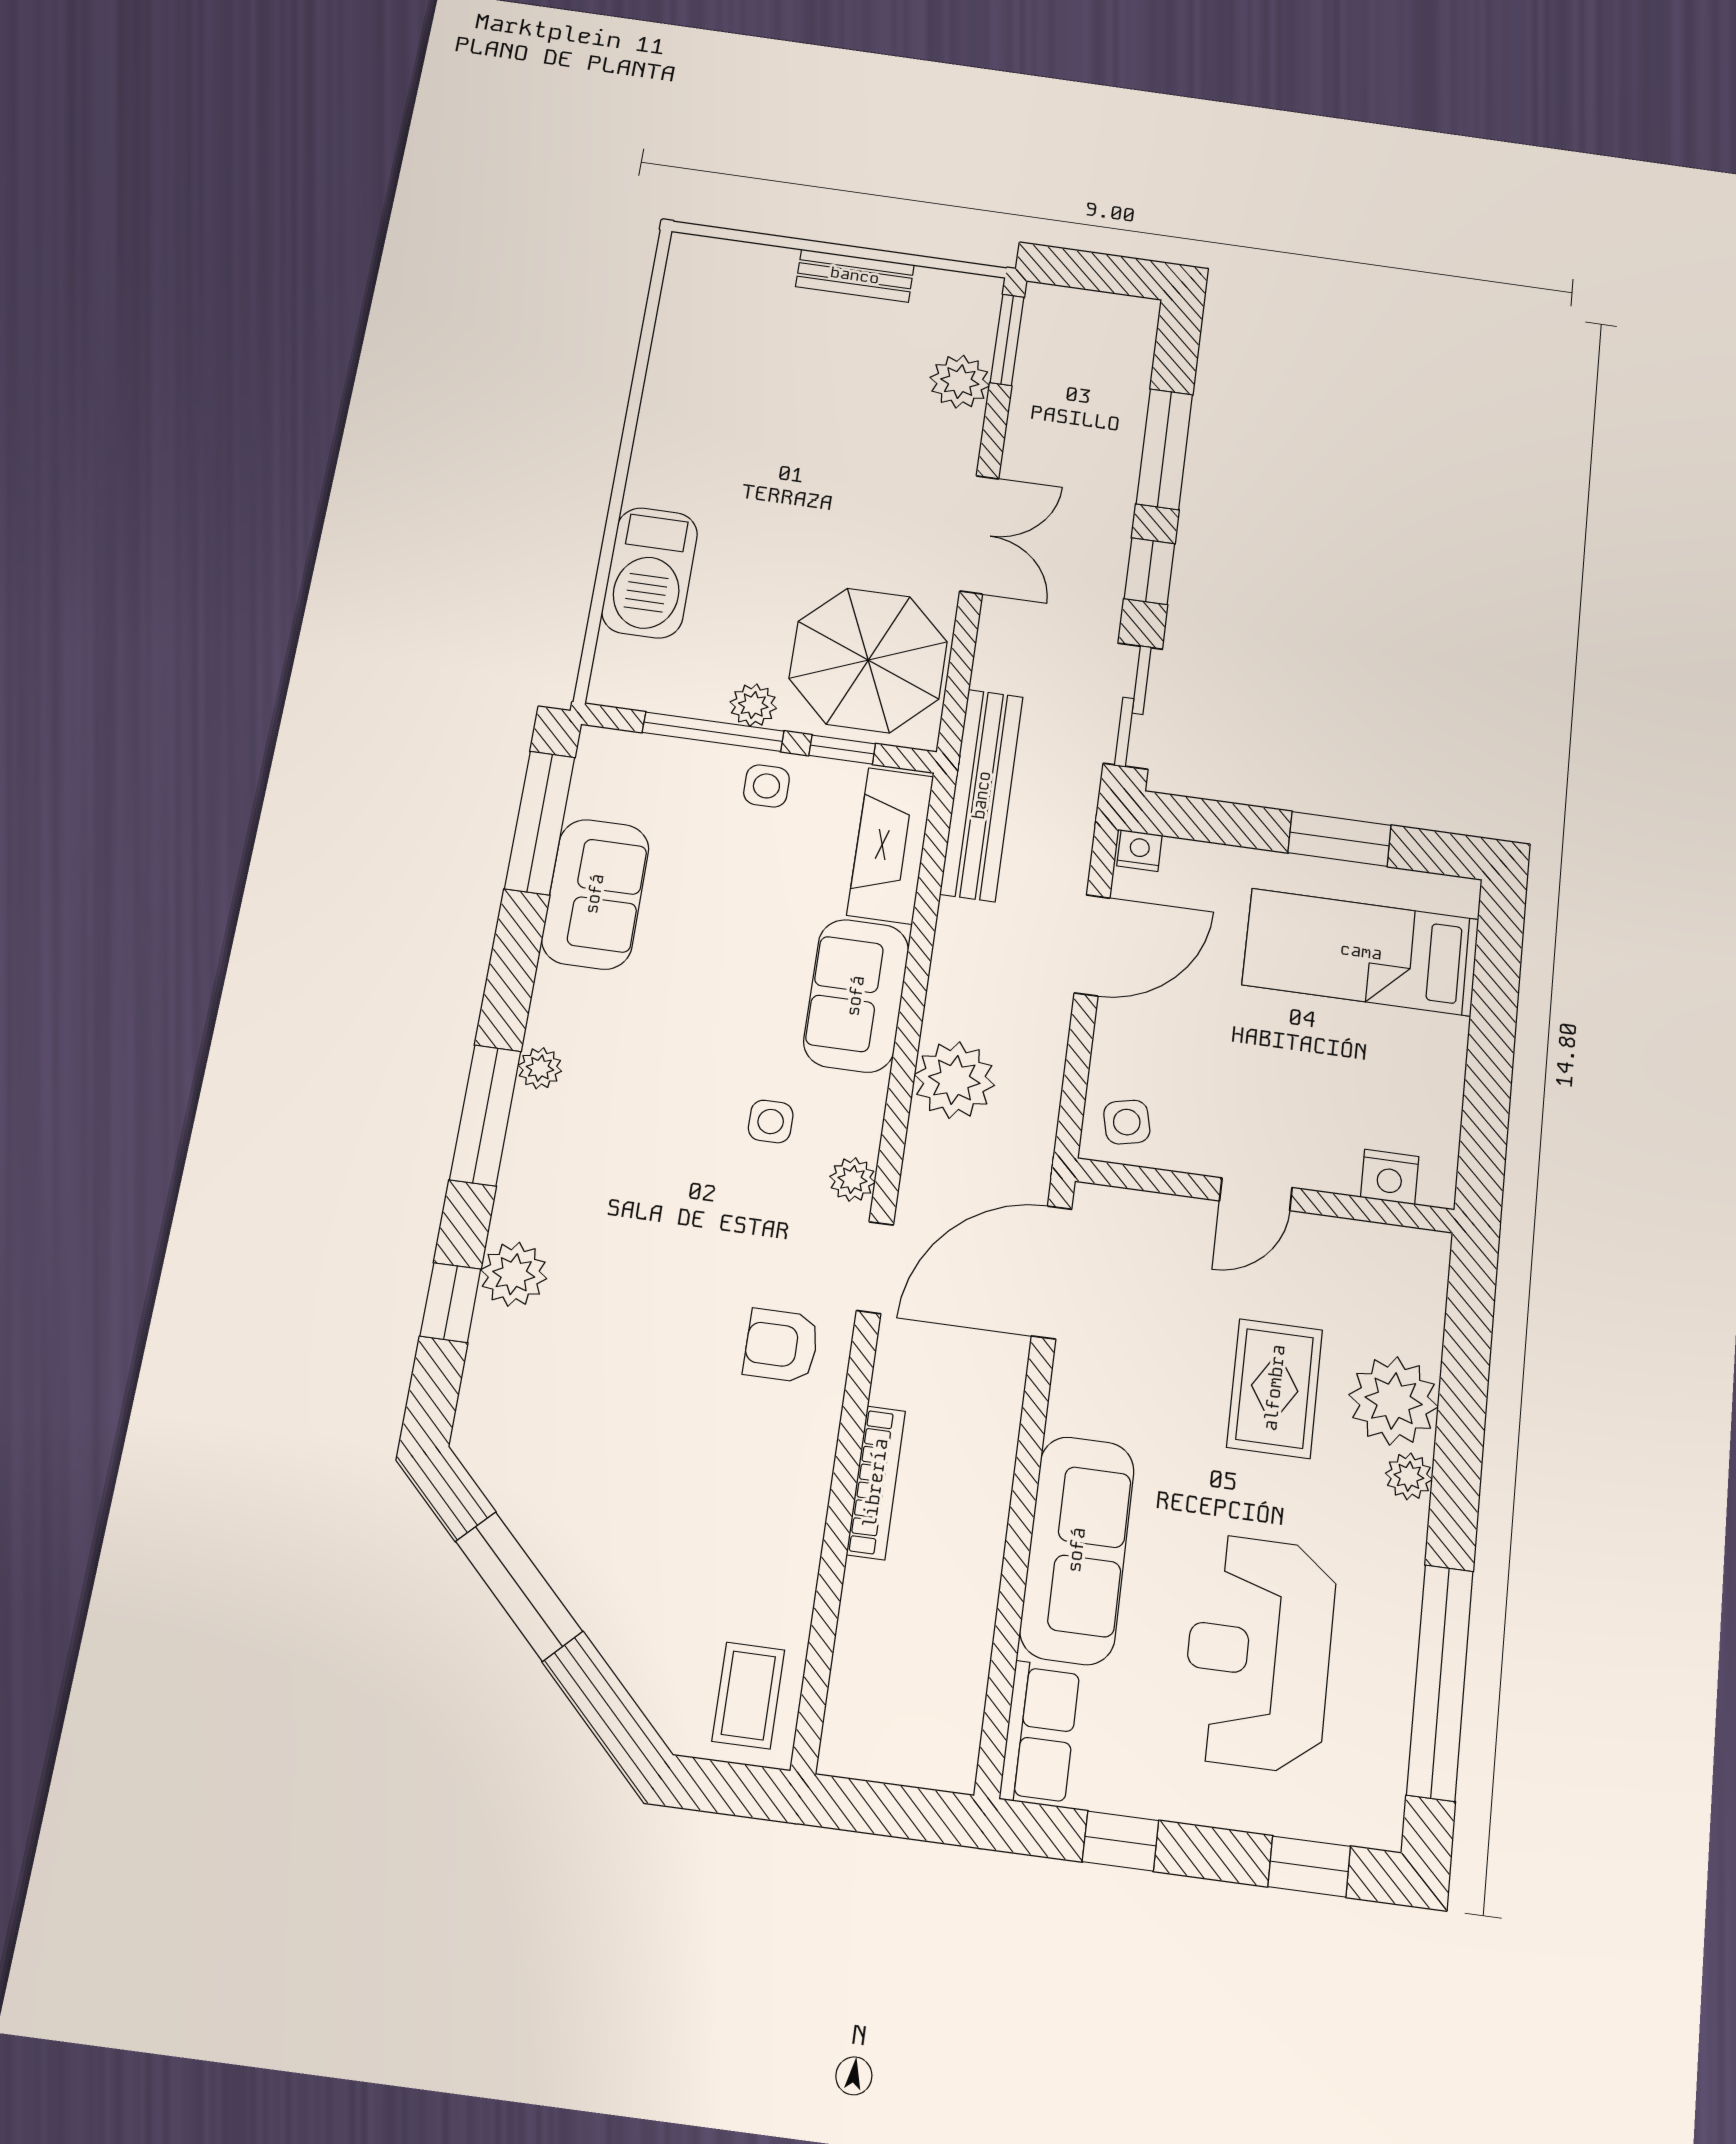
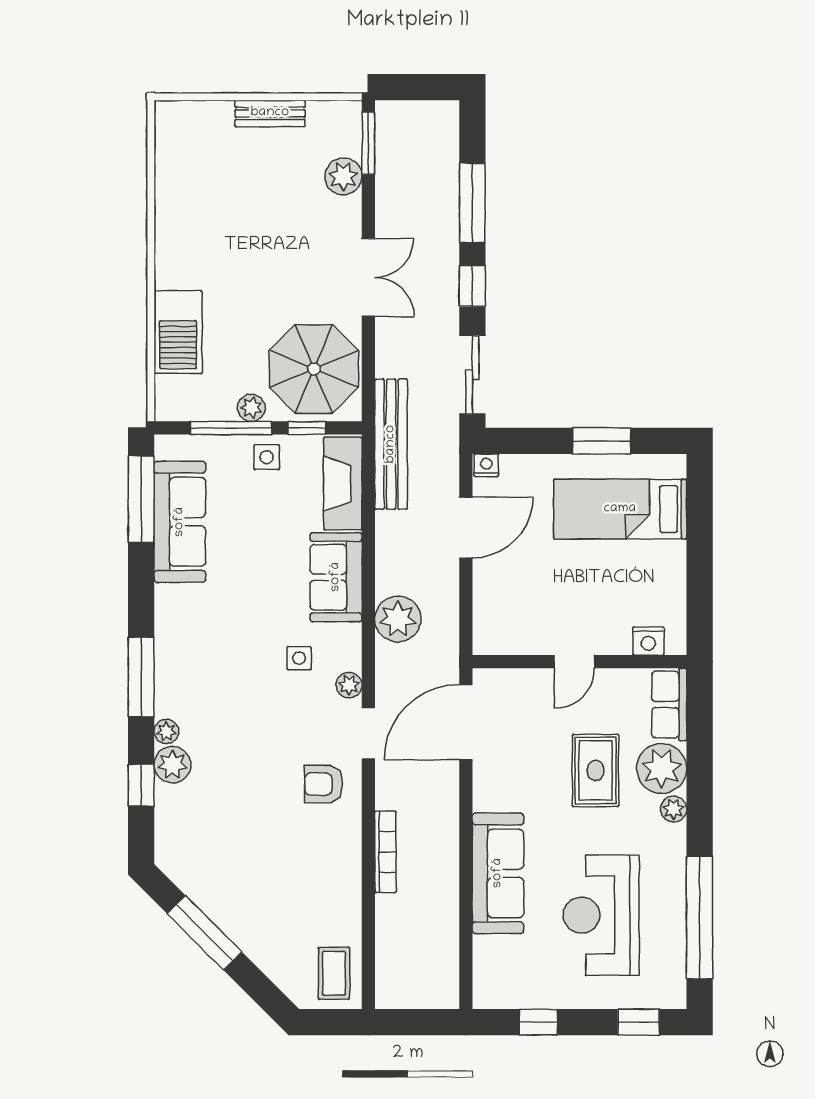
sofa: (595, 894) -> (180, 522), width x1.36
plant: (540, 1068) -> (166, 731), moved
side table: (1127, 1122) -> (497, 630), removed
row of seats: (1040, 1733) -> (669, 705), moved, turned 180

